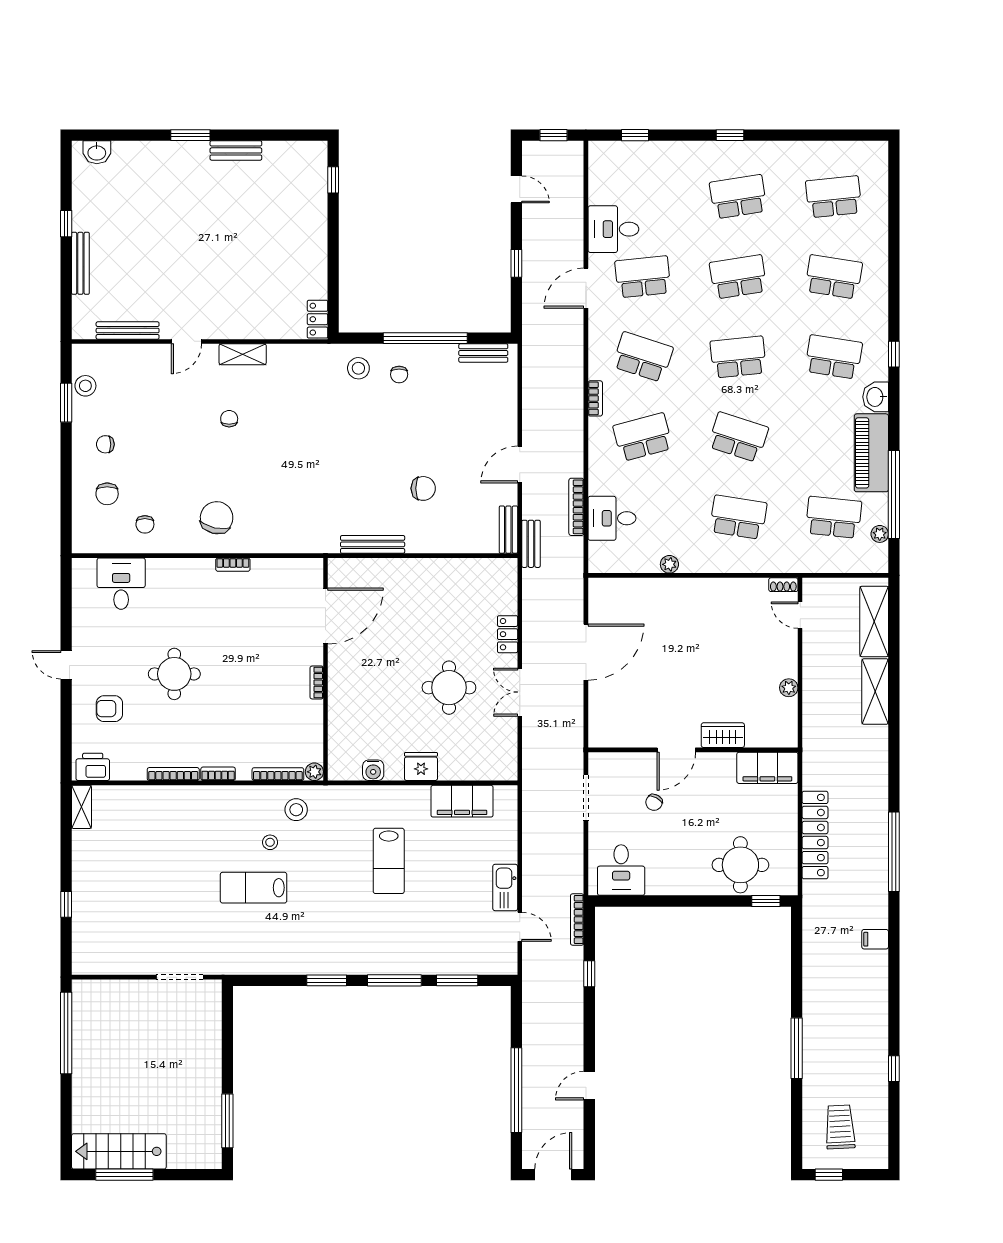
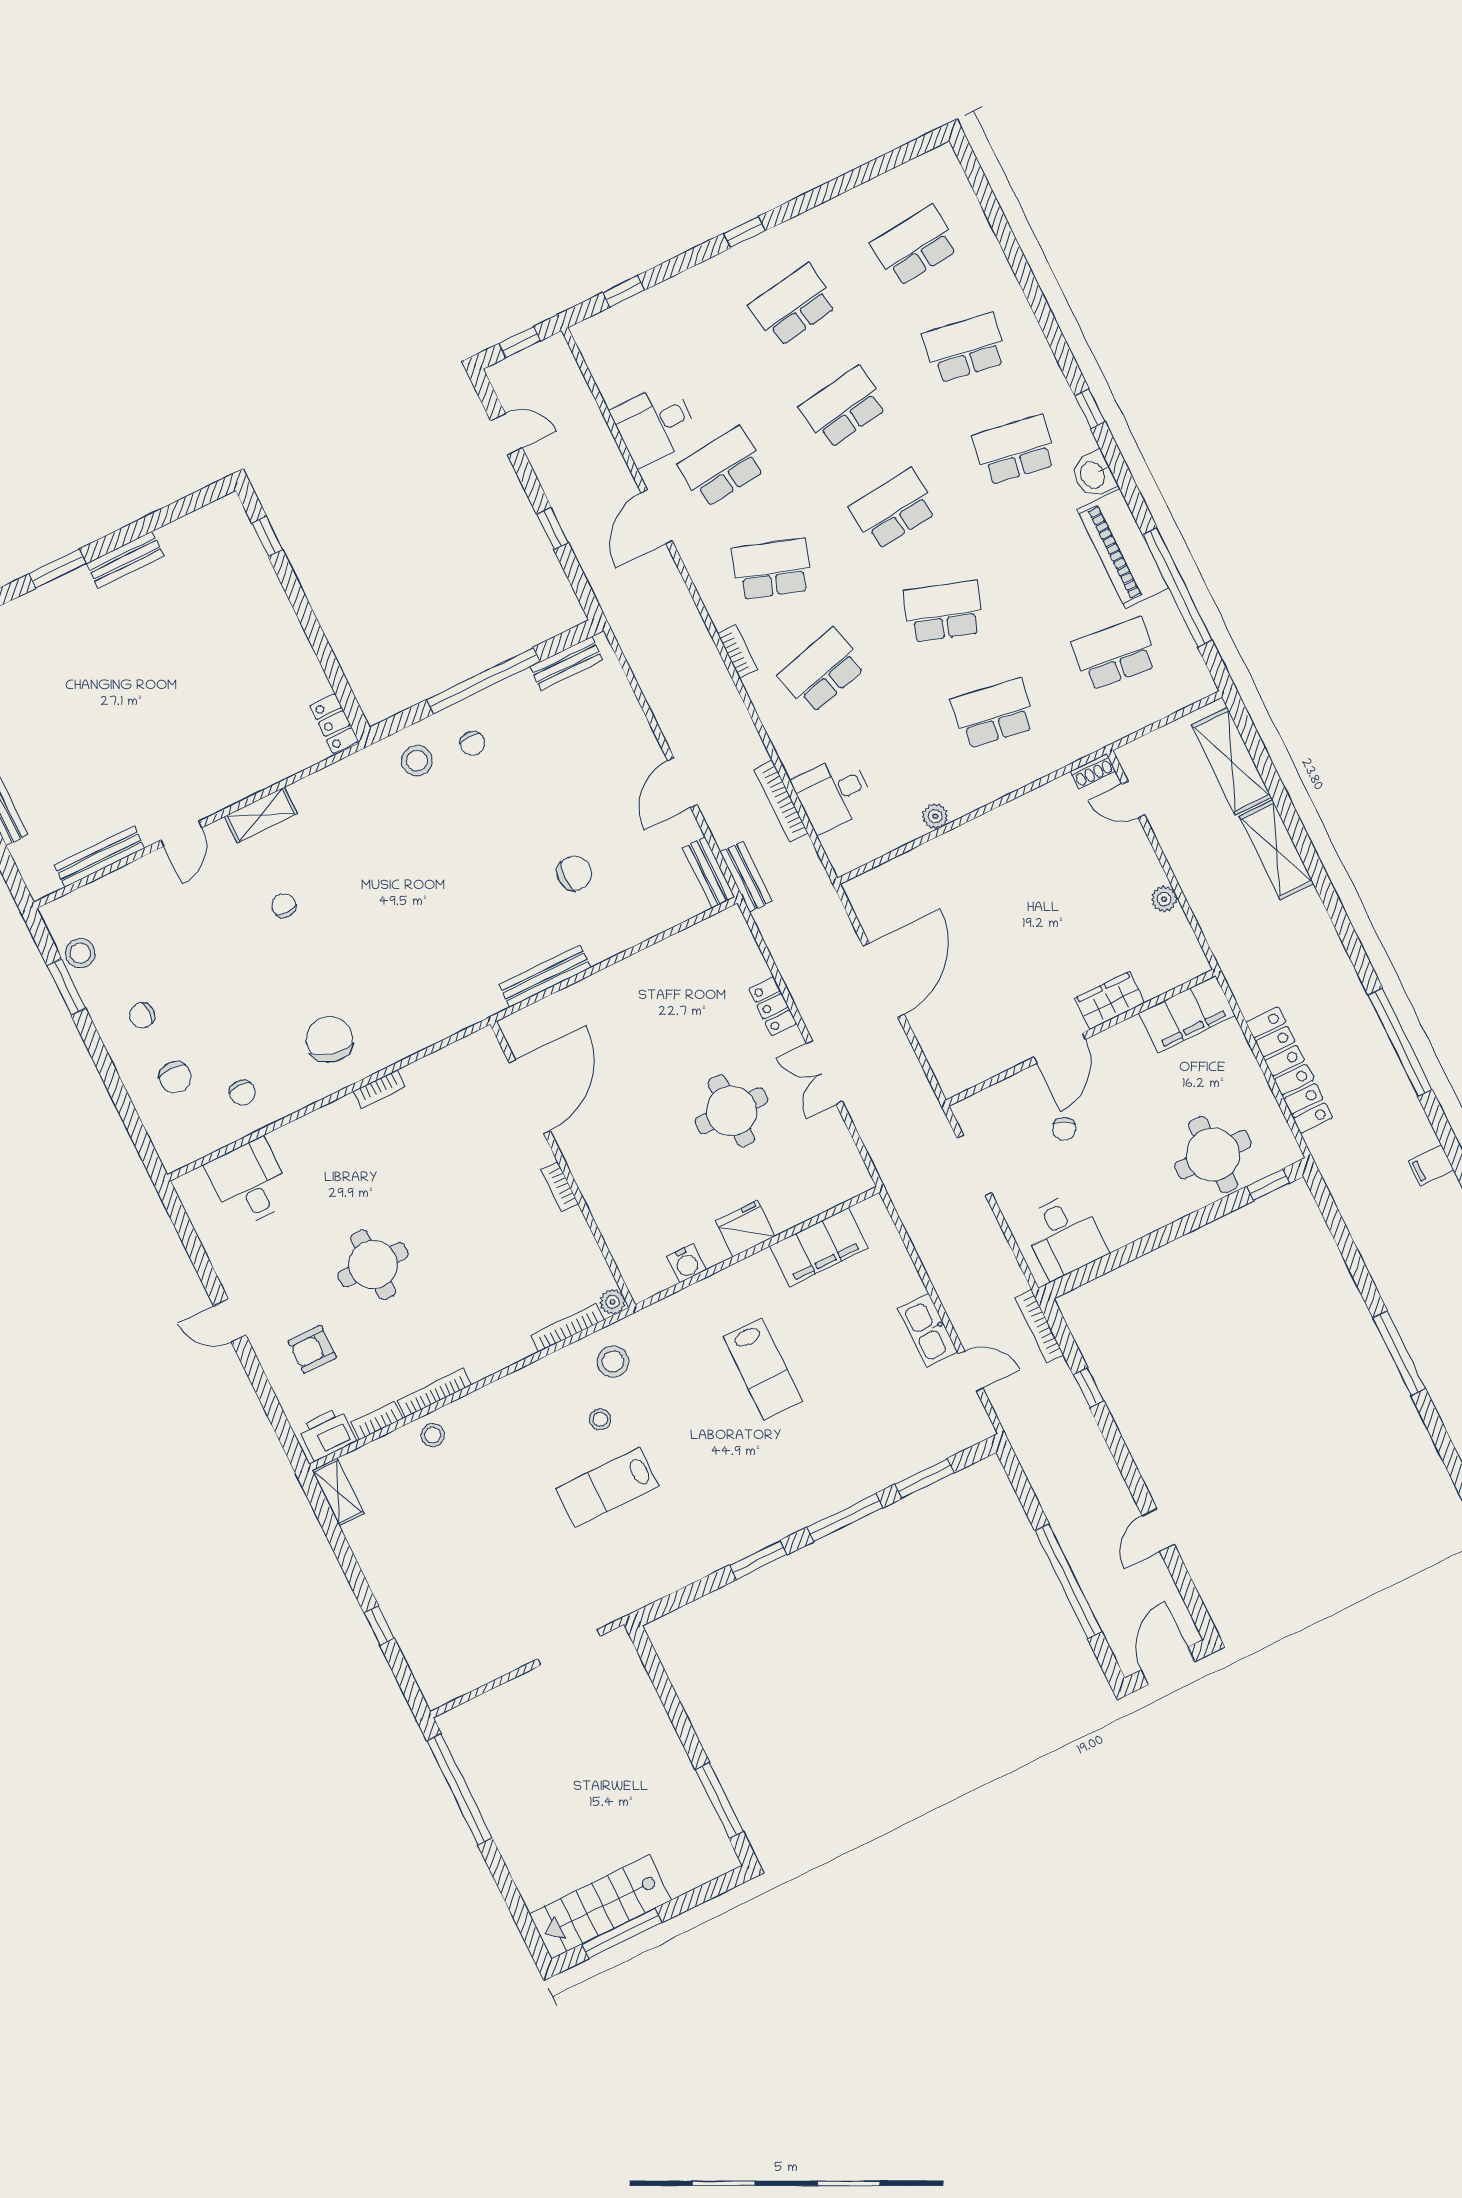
plant: (880, 534) -> (1184, 646), removed
bookcase: (218, 774) -> (377, 1421), moved
stool: (159, 800) -> (433, 1435), added

